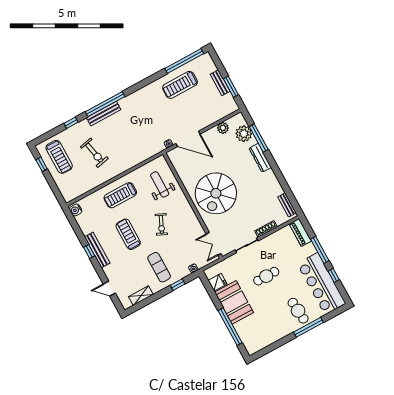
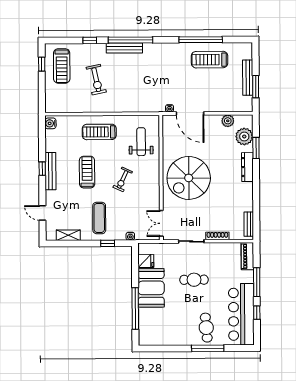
window: (184, 61) -> (201, 40), moved
bench: (220, 83) -> (248, 78), width x1.36
window: (259, 138) -> (256, 148), width x0.69

